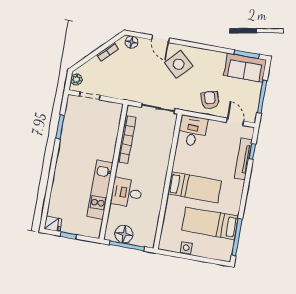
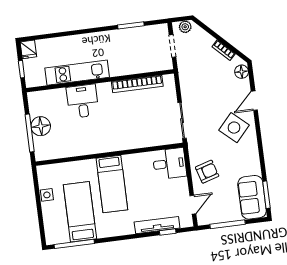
bookcase: (127, 140) -> (137, 84), moved
wall: (113, 172) -> (100, 81), moved
kitchen unit: (100, 190) -> (77, 73), moved
desk: (127, 193) -> (83, 101), moved

